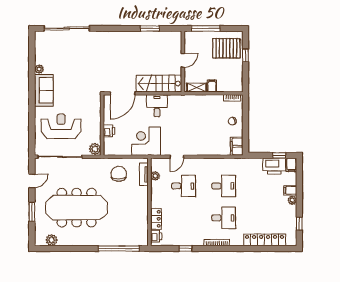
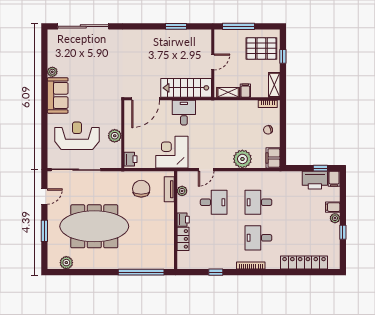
shelving: (238, 81) -> (274, 85), added
printer: (109, 131) -> (131, 159), moved
plant: (209, 147) -> (242, 159), added
plant: (95, 149) -> (115, 136), moved
desk: (224, 186) -> (258, 202), turned 180
desk: (224, 218) -> (258, 238), turned 180
window: (299, 224) -> (343, 232), moved
printer: (156, 236) -> (183, 220), moved

